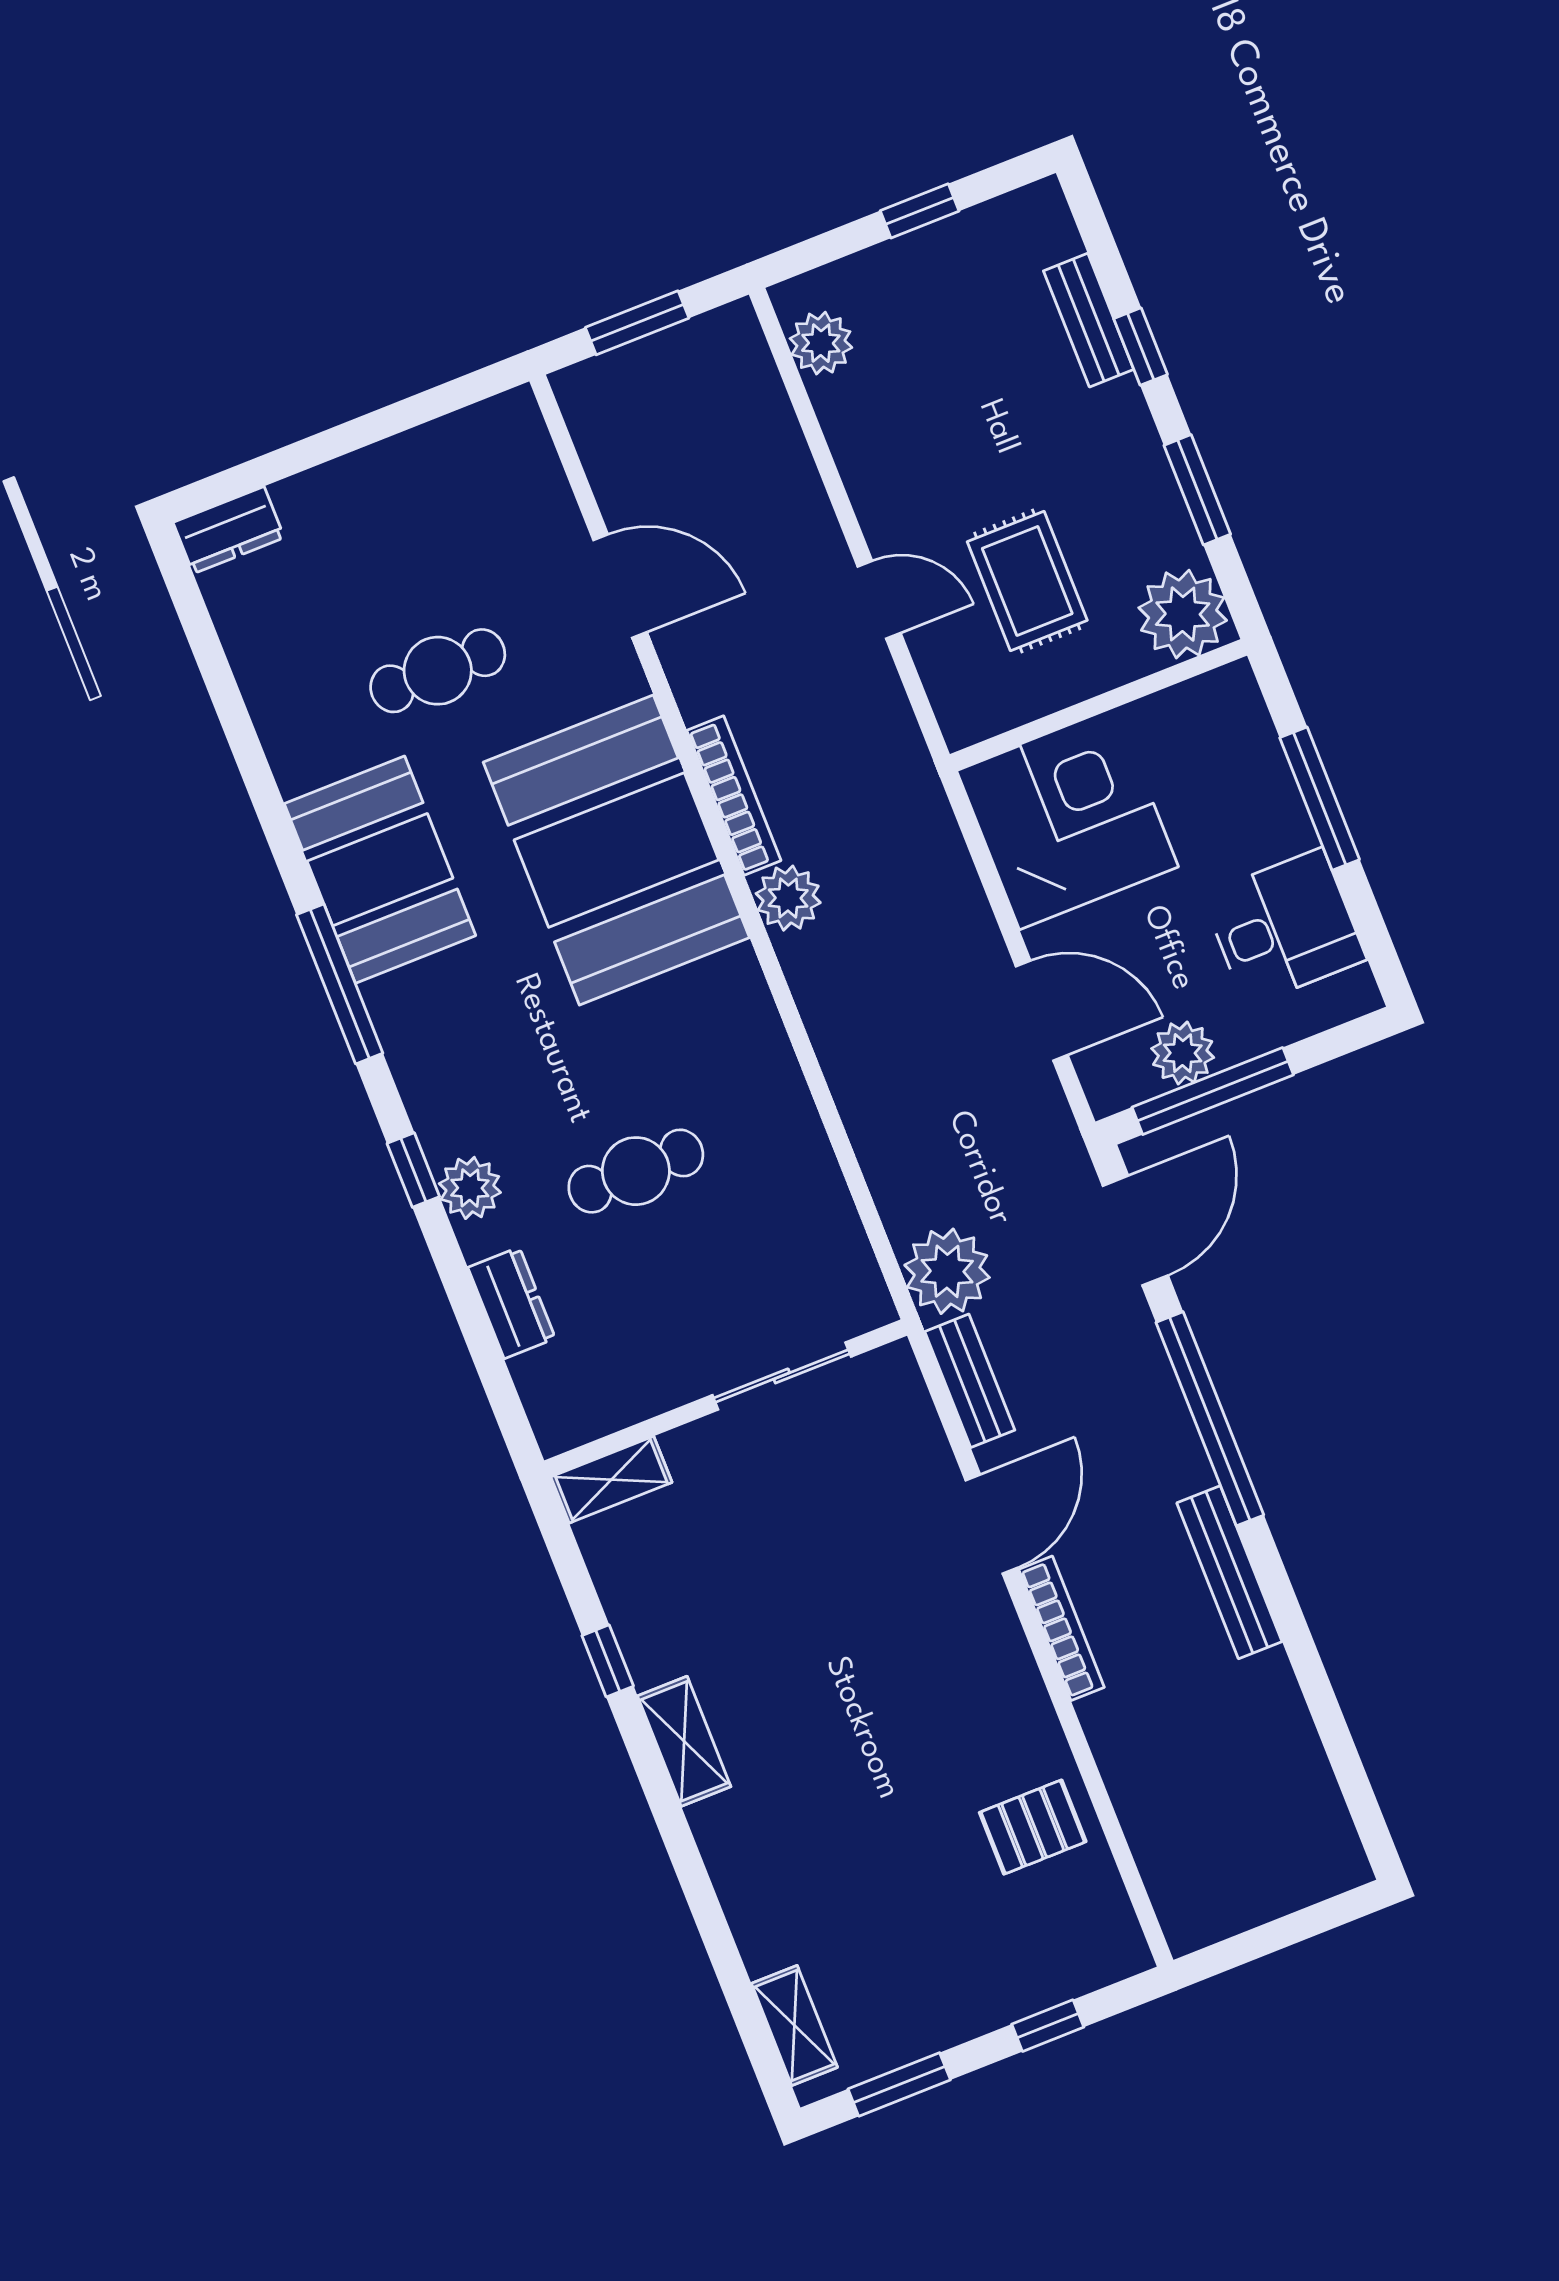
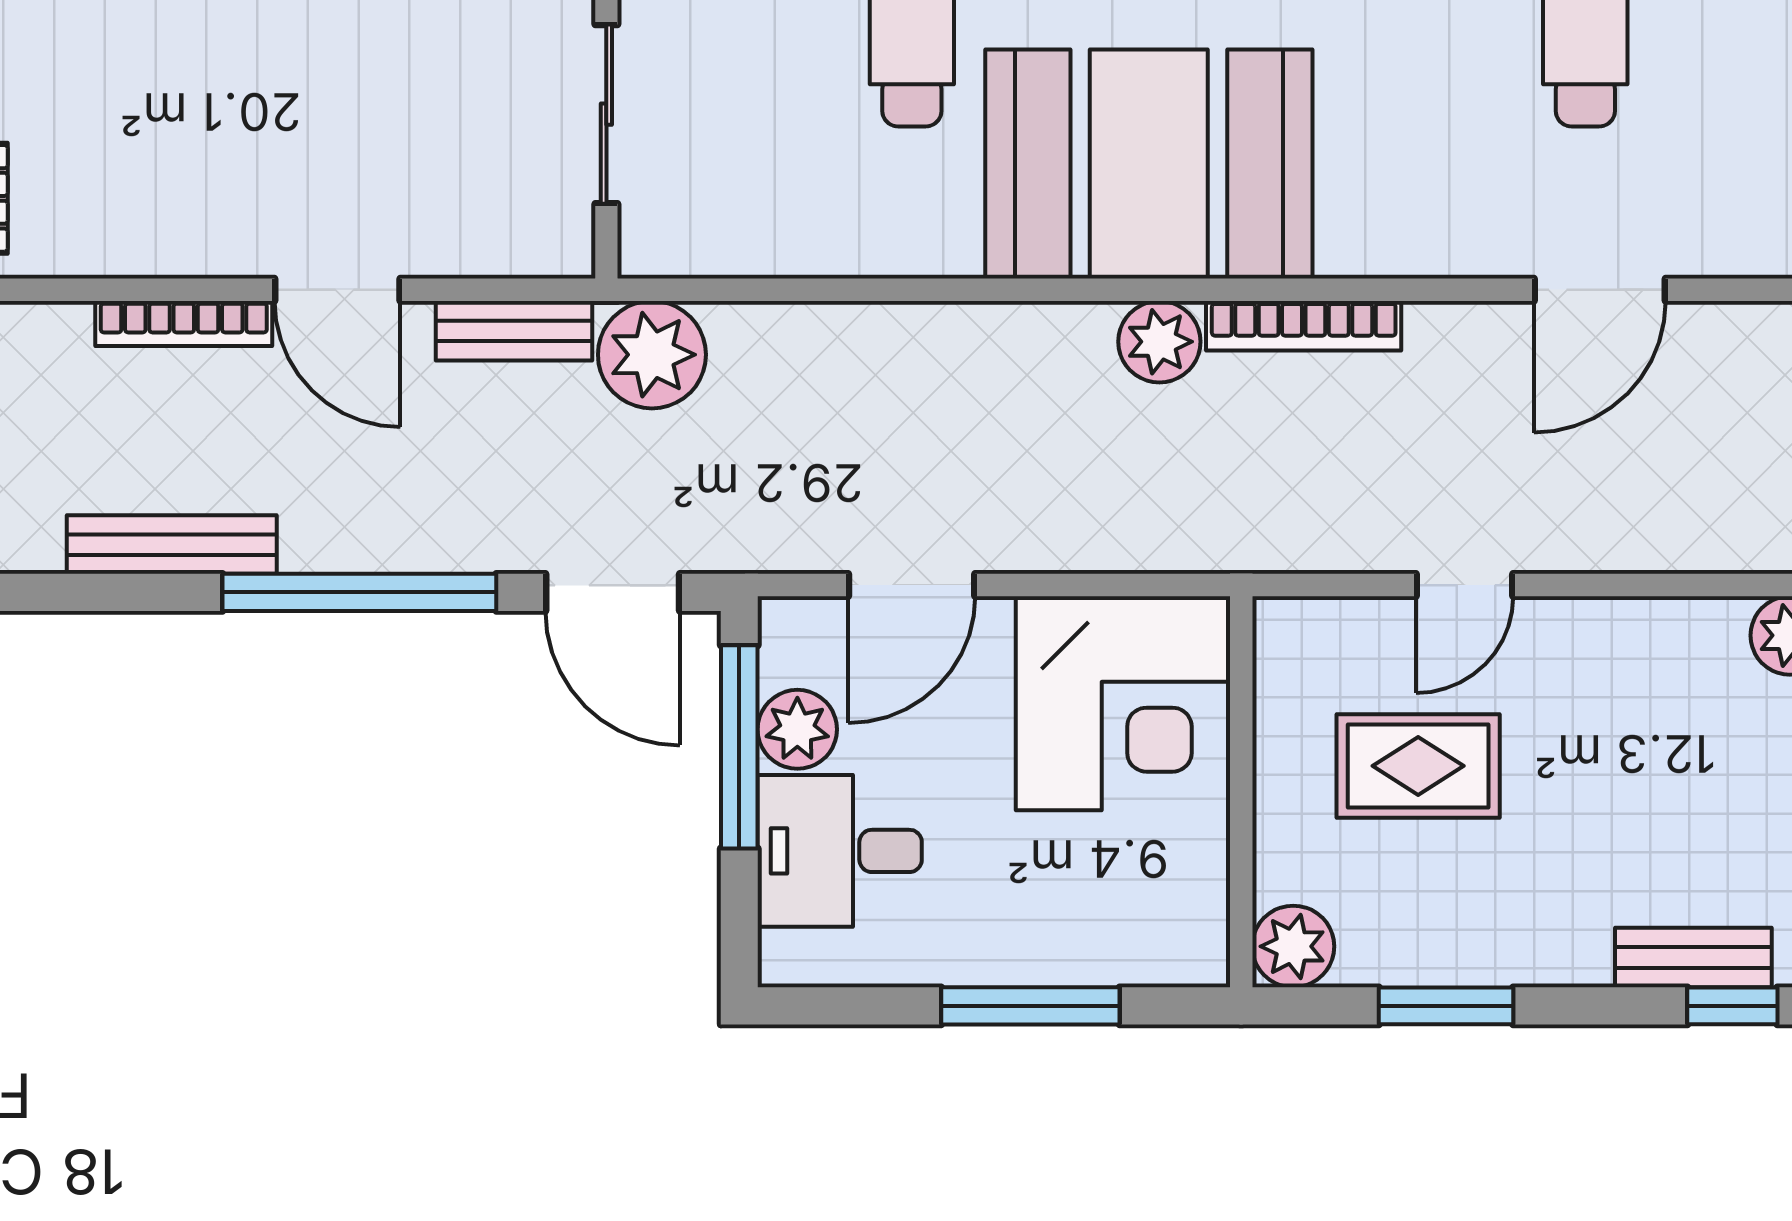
window: (1141, 347) -> (1732, 1006), moved
plant: (1183, 614) -> (1293, 946), width x0.73, depth x0.73
booth: (616, 850) -> (1149, 164), moved
desk: (1284, 927) -> (840, 851), moved, turned 90

